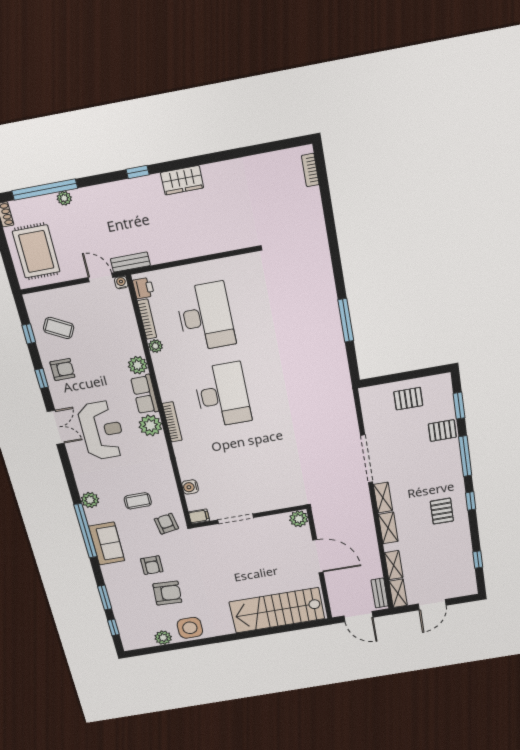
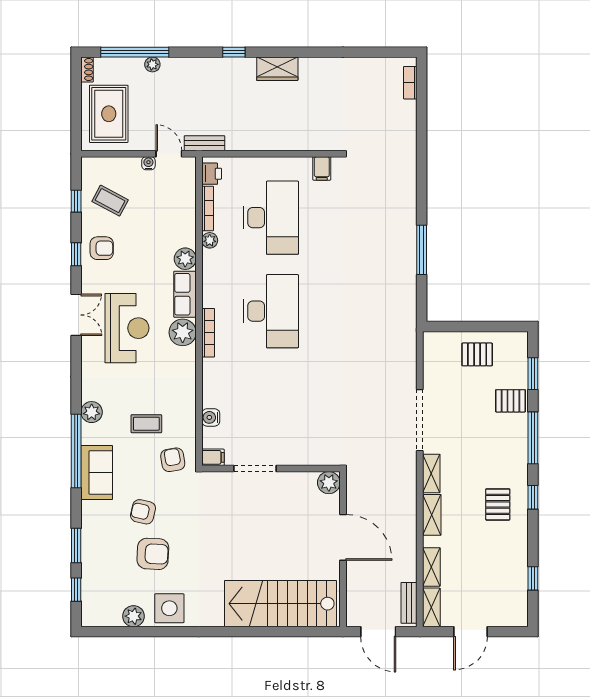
filing cabinet: (242, 265) -> (322, 168), added
water cooler: (121, 282) -> (148, 163), moved
armchair: (152, 565) -> (143, 512), turned 103

